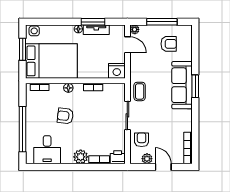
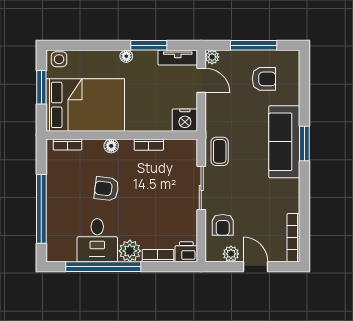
tv unit: (96, 30) -> (178, 57), moved
armchair: (142, 140) -> (223, 225), turned 180
desk: (47, 150) -> (97, 240), moved
window: (63, 167) -> (103, 267), added

